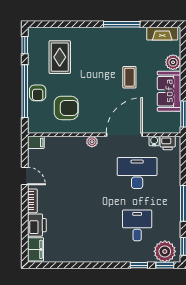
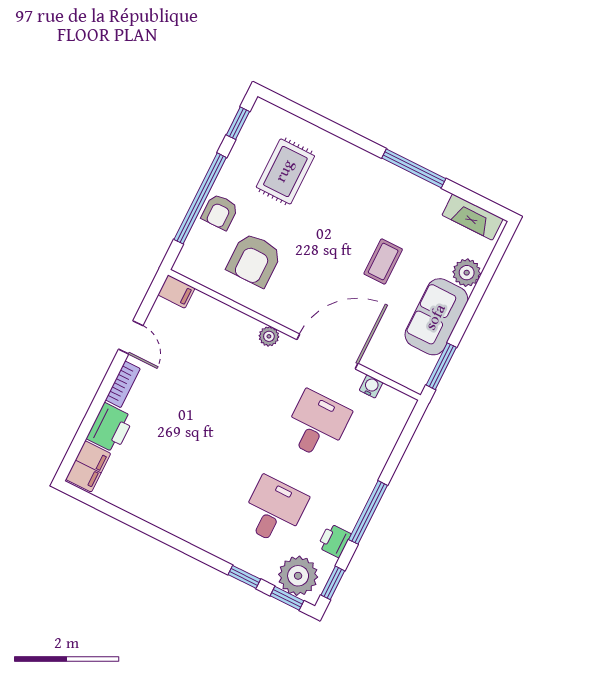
armchair: (66, 108) -> (254, 260), turned 90
printer: (168, 143) -> (334, 540), moved, turned 90
desk: (137, 173) -> (317, 425), width x0.73

